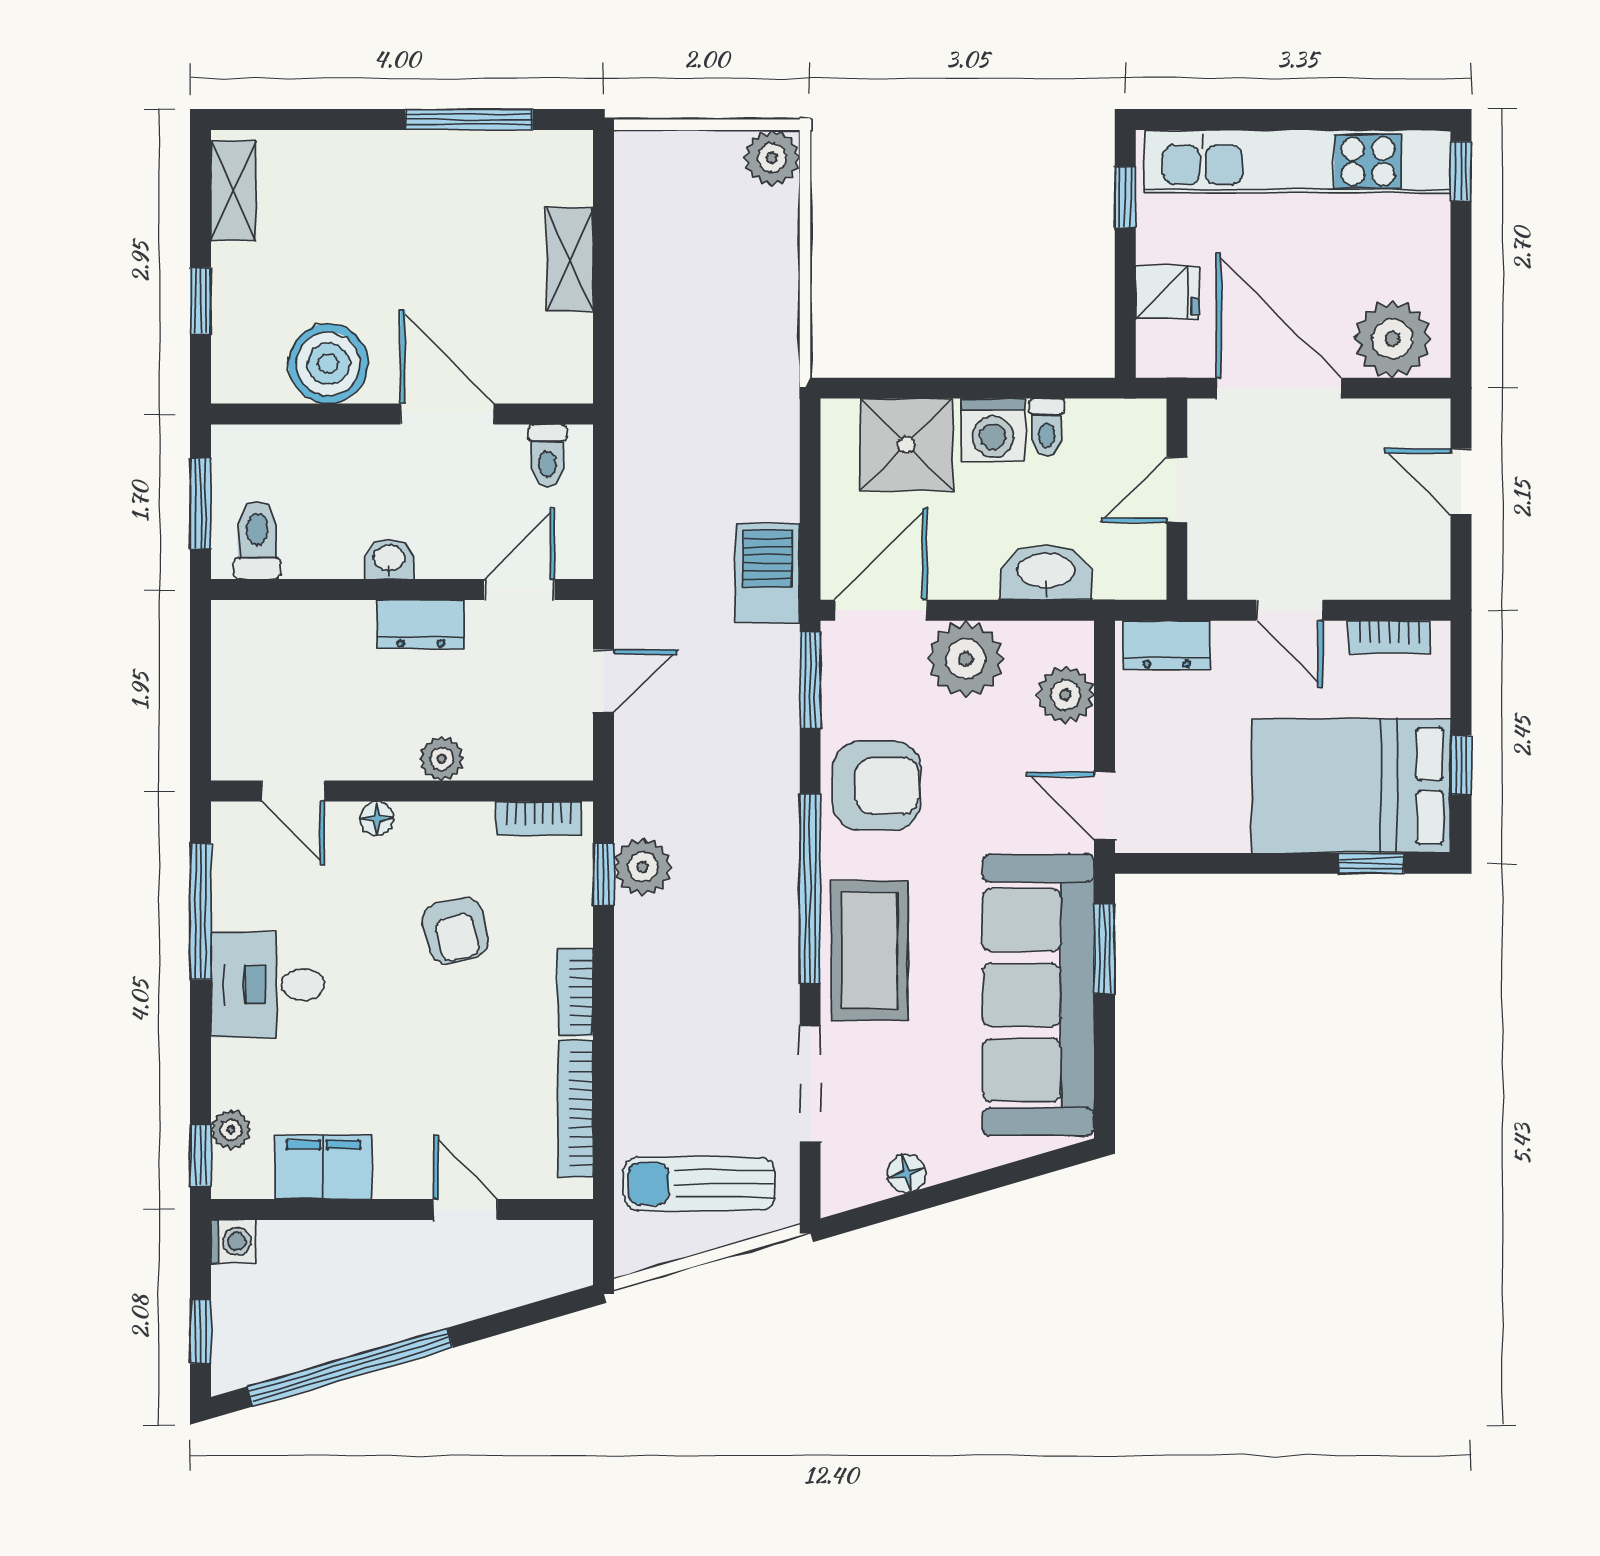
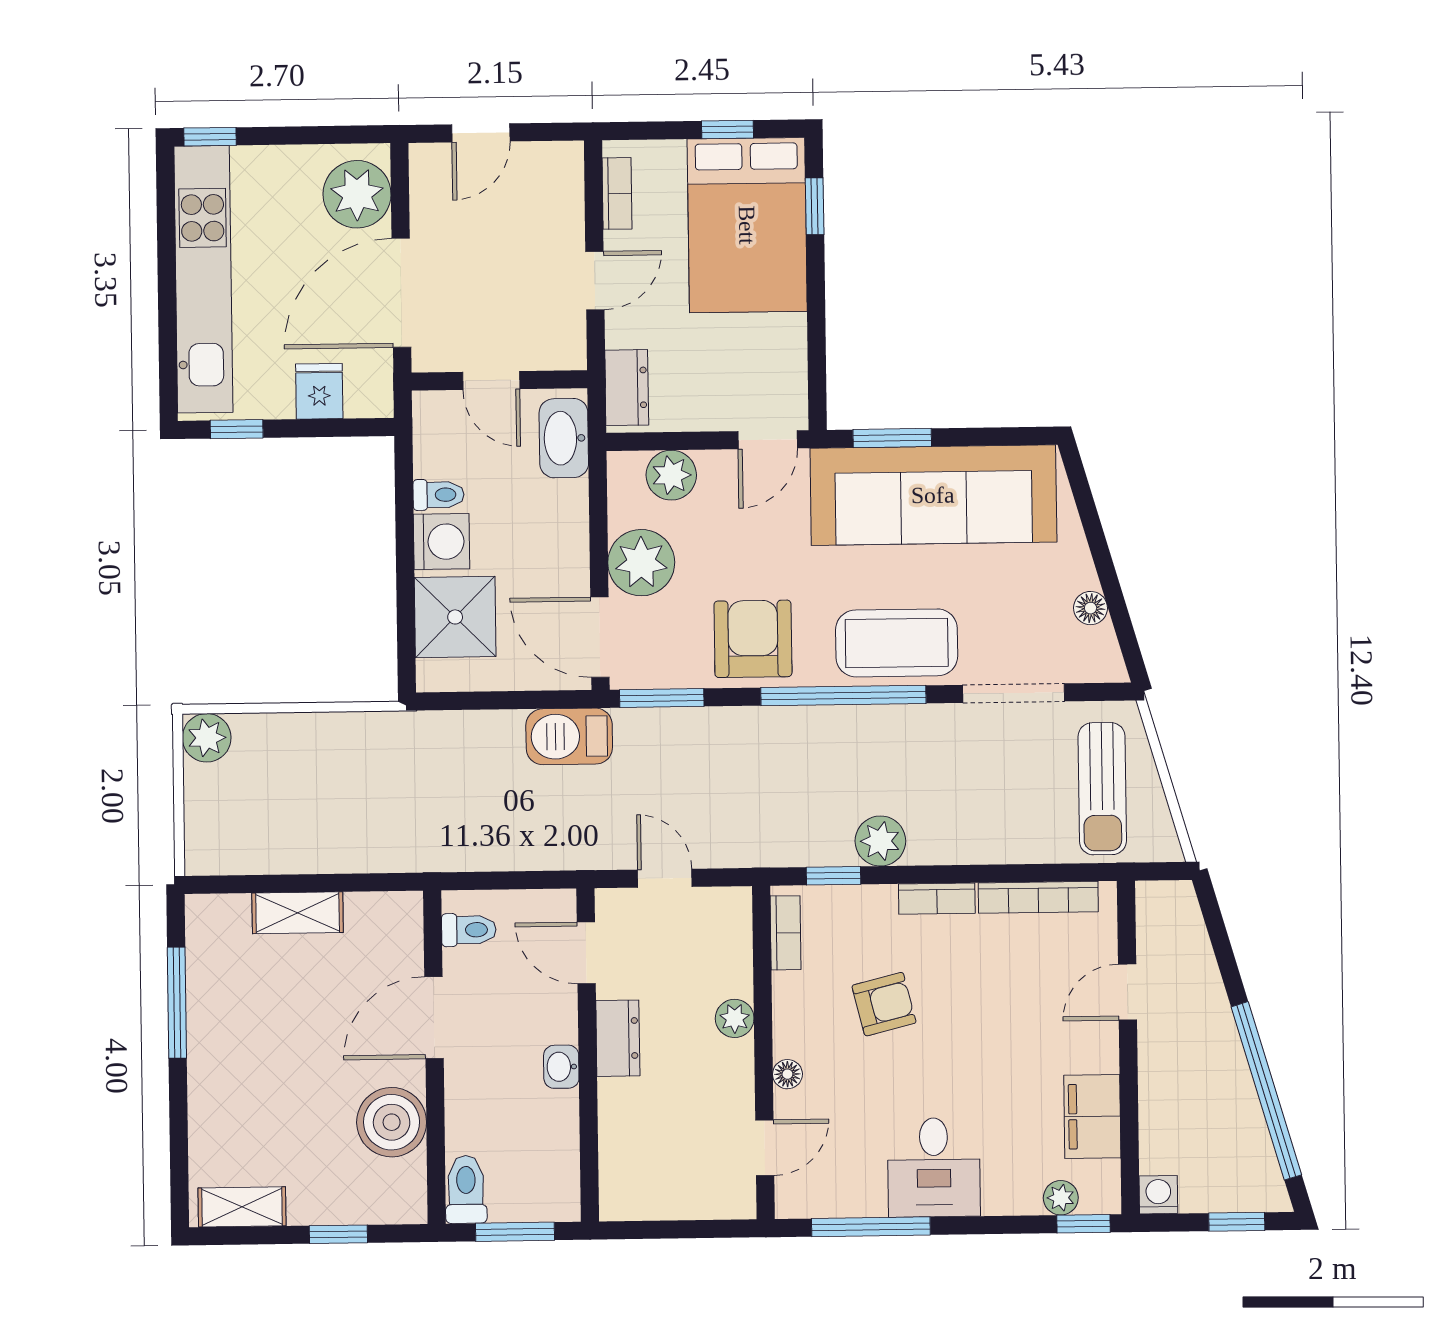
toilet: (257, 540) -> (466, 1189), moved, turned 90
washbasin: (1046, 572) -> (564, 438), moved
plant: (643, 867) -> (880, 841), moved

